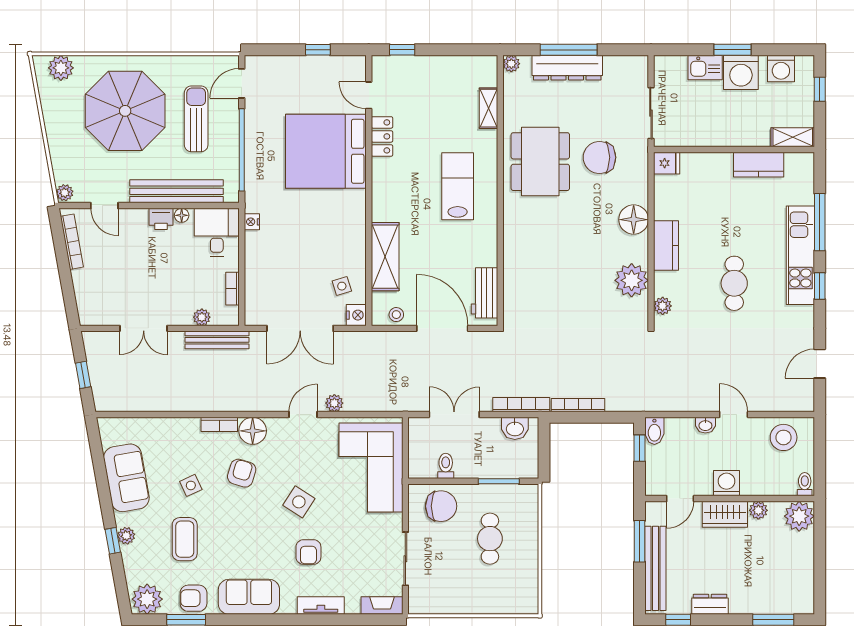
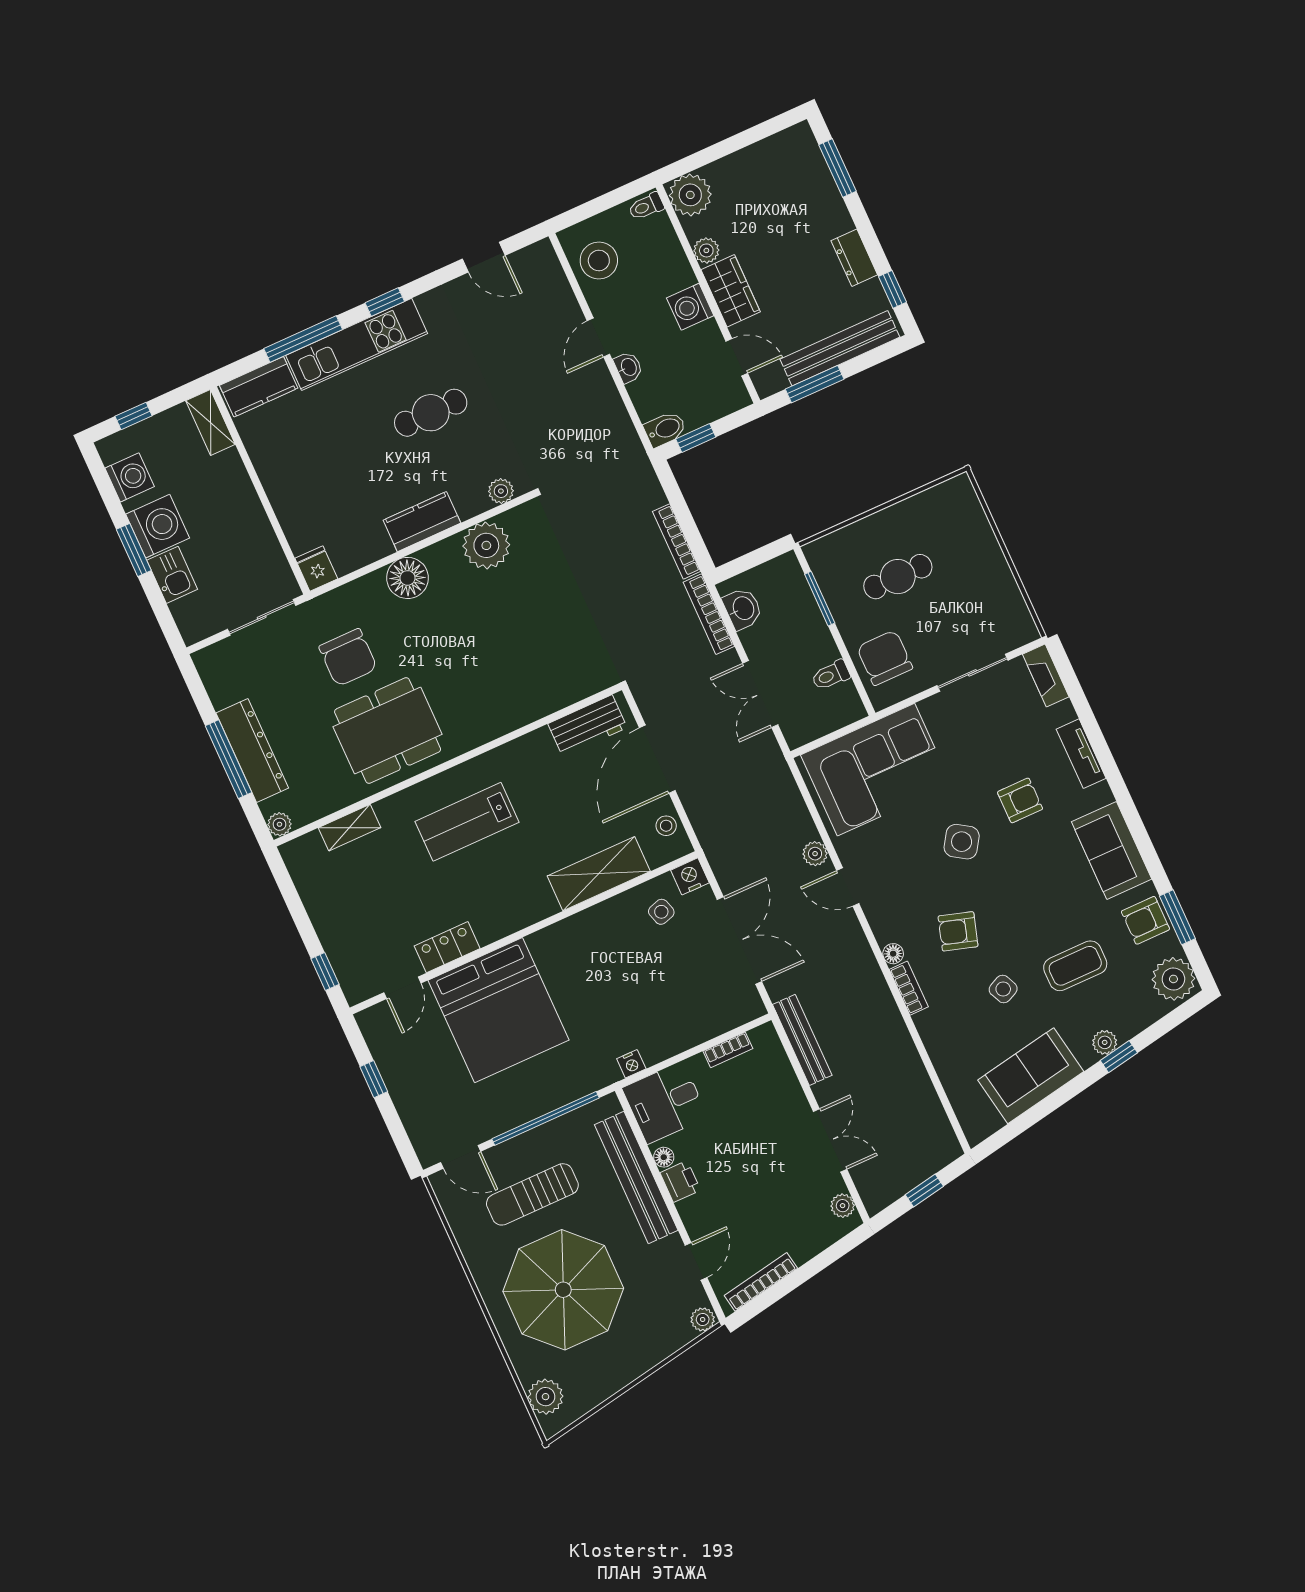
kitchen counter: (759, 165) -> (259, 387), moved, turned 90
plant: (202, 317) -> (843, 1206), moved
floor lamp: (253, 431) -> (893, 954), width x0.53, depth x0.53
armchair: (194, 598) -> (1145, 920), turned 90

